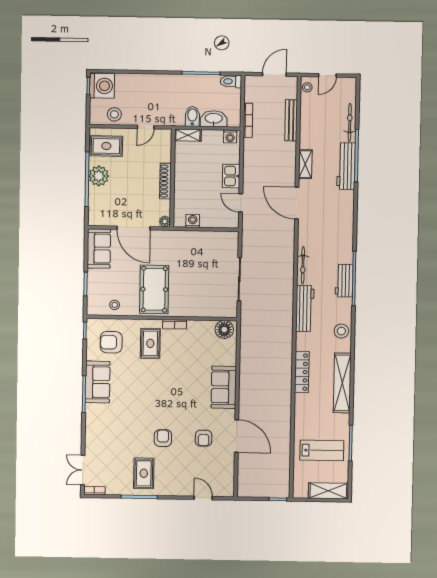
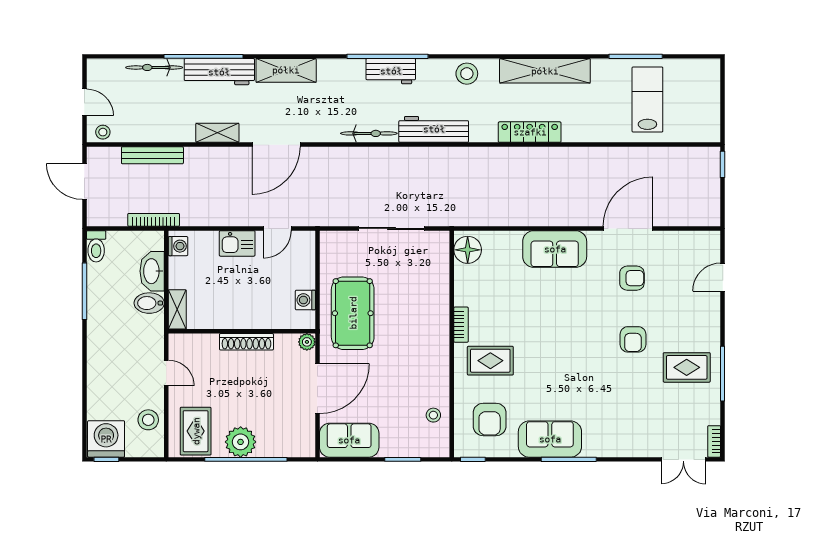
pool table: (154, 289) -> (353, 313), moved, turned 90
armchair: (163, 438) -> (633, 339), turned -90
shelving: (328, 491) -> (286, 70), moved, turned 90

